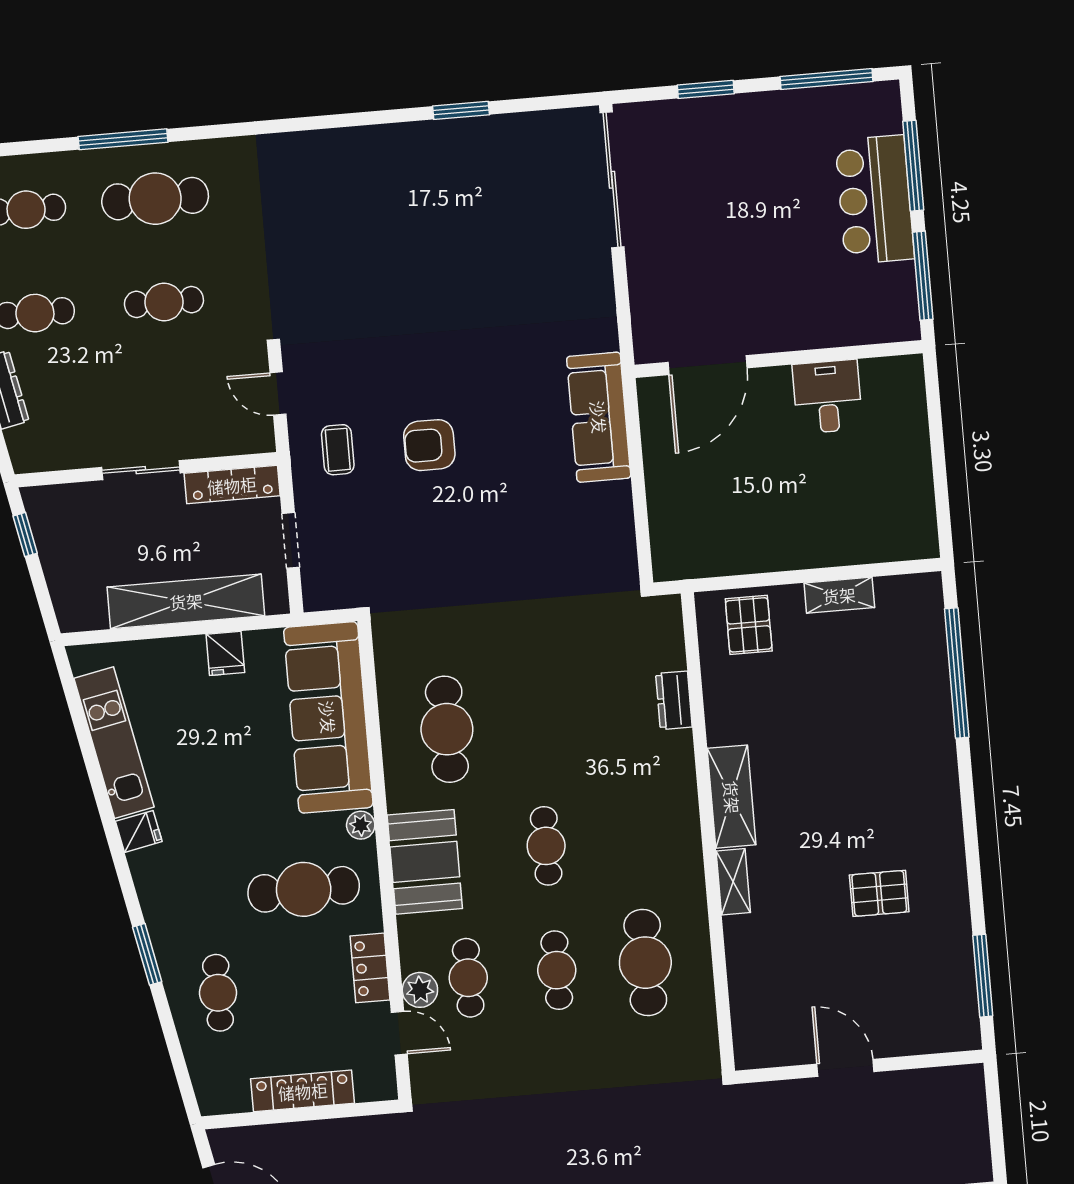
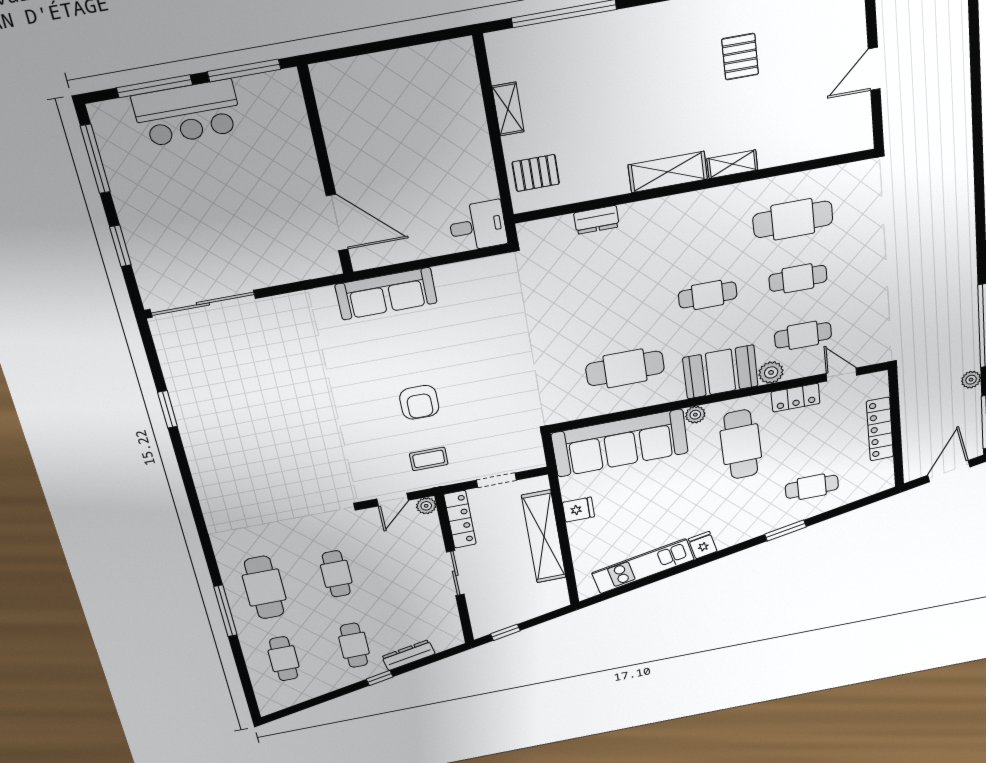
desk: (827, 397) -> (478, 226), moved, turned 180
plant: (261, 439) -> (426, 506), added
plant: (420, 990) -> (771, 372), moved
door: (399, 1033) -> (841, 374), hinge flipped

